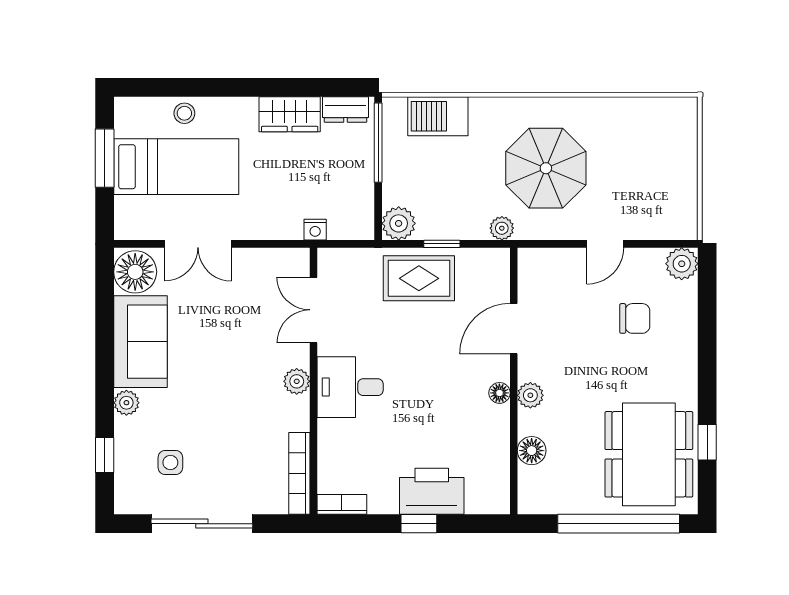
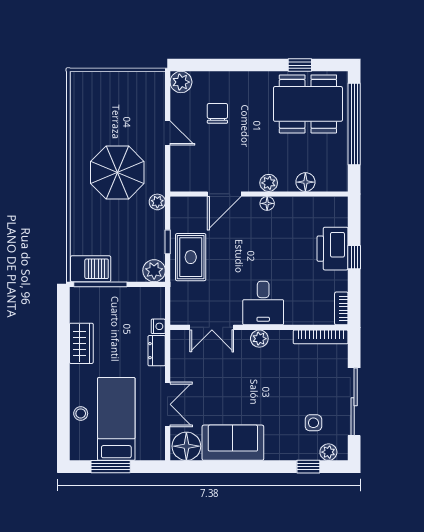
dresser: (345, 109) -> (157, 351), moved, turned 180
barbecue: (438, 116) -> (91, 269), moved, turned -90
door: (514, 329) -> (224, 194), hinge flipped
plant: (126, 403) -> (328, 452), moved

